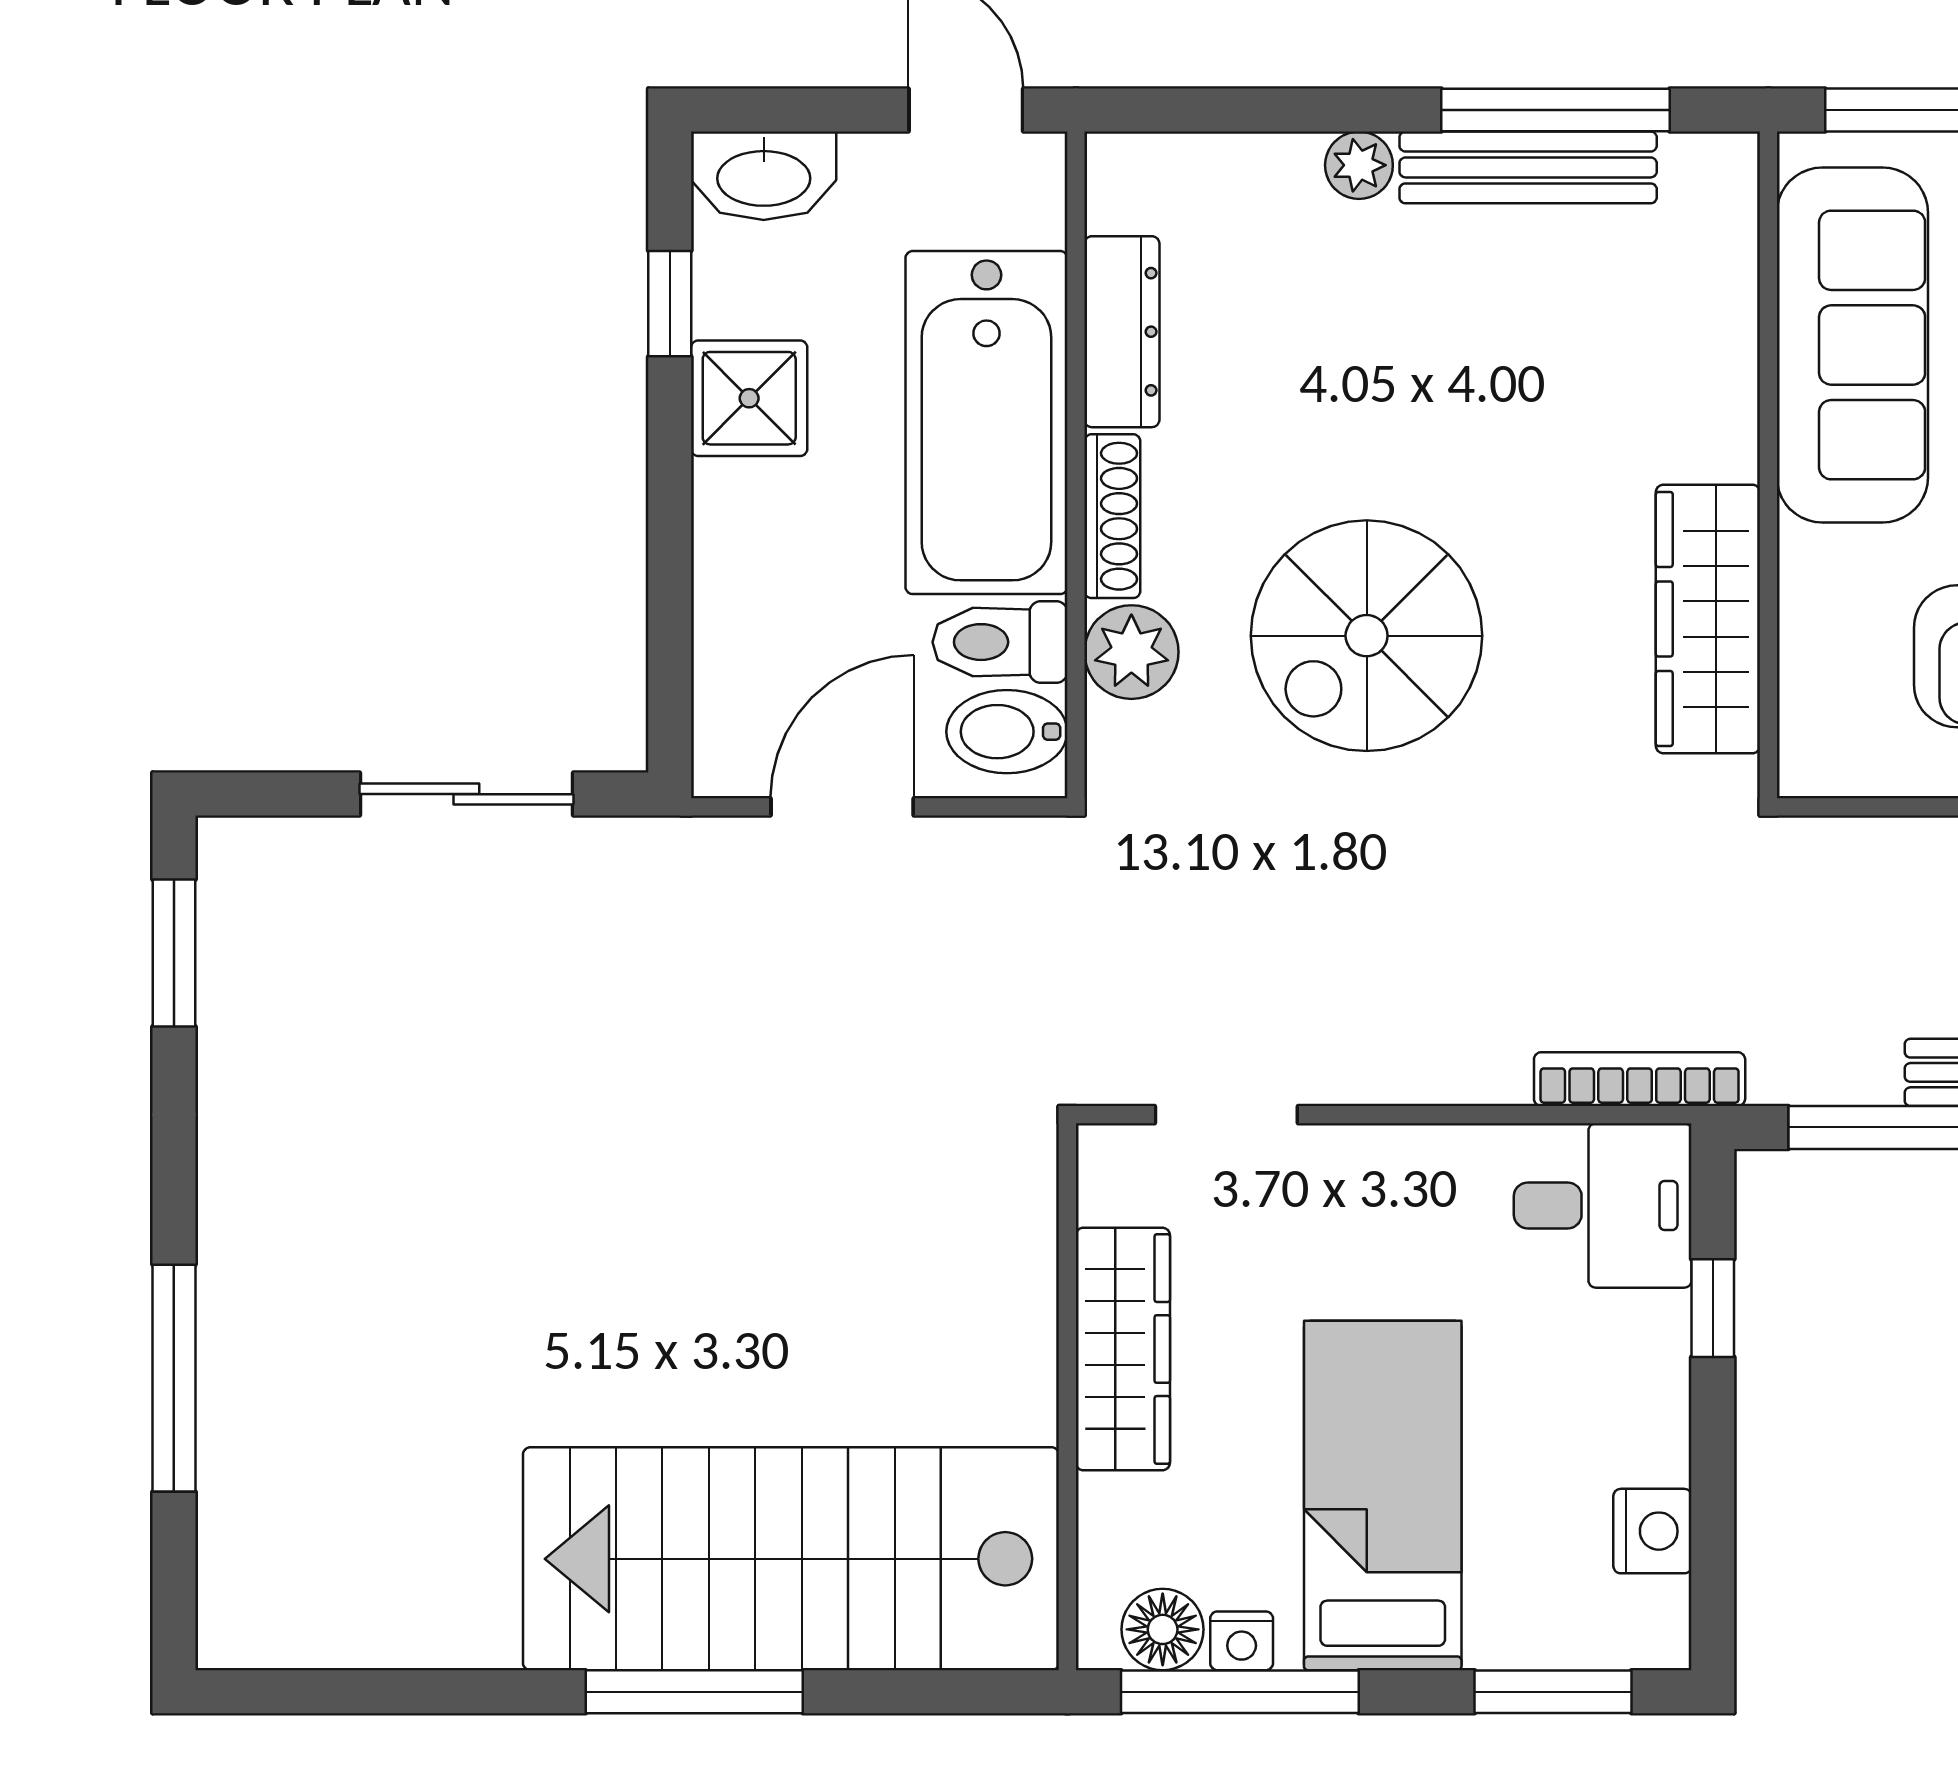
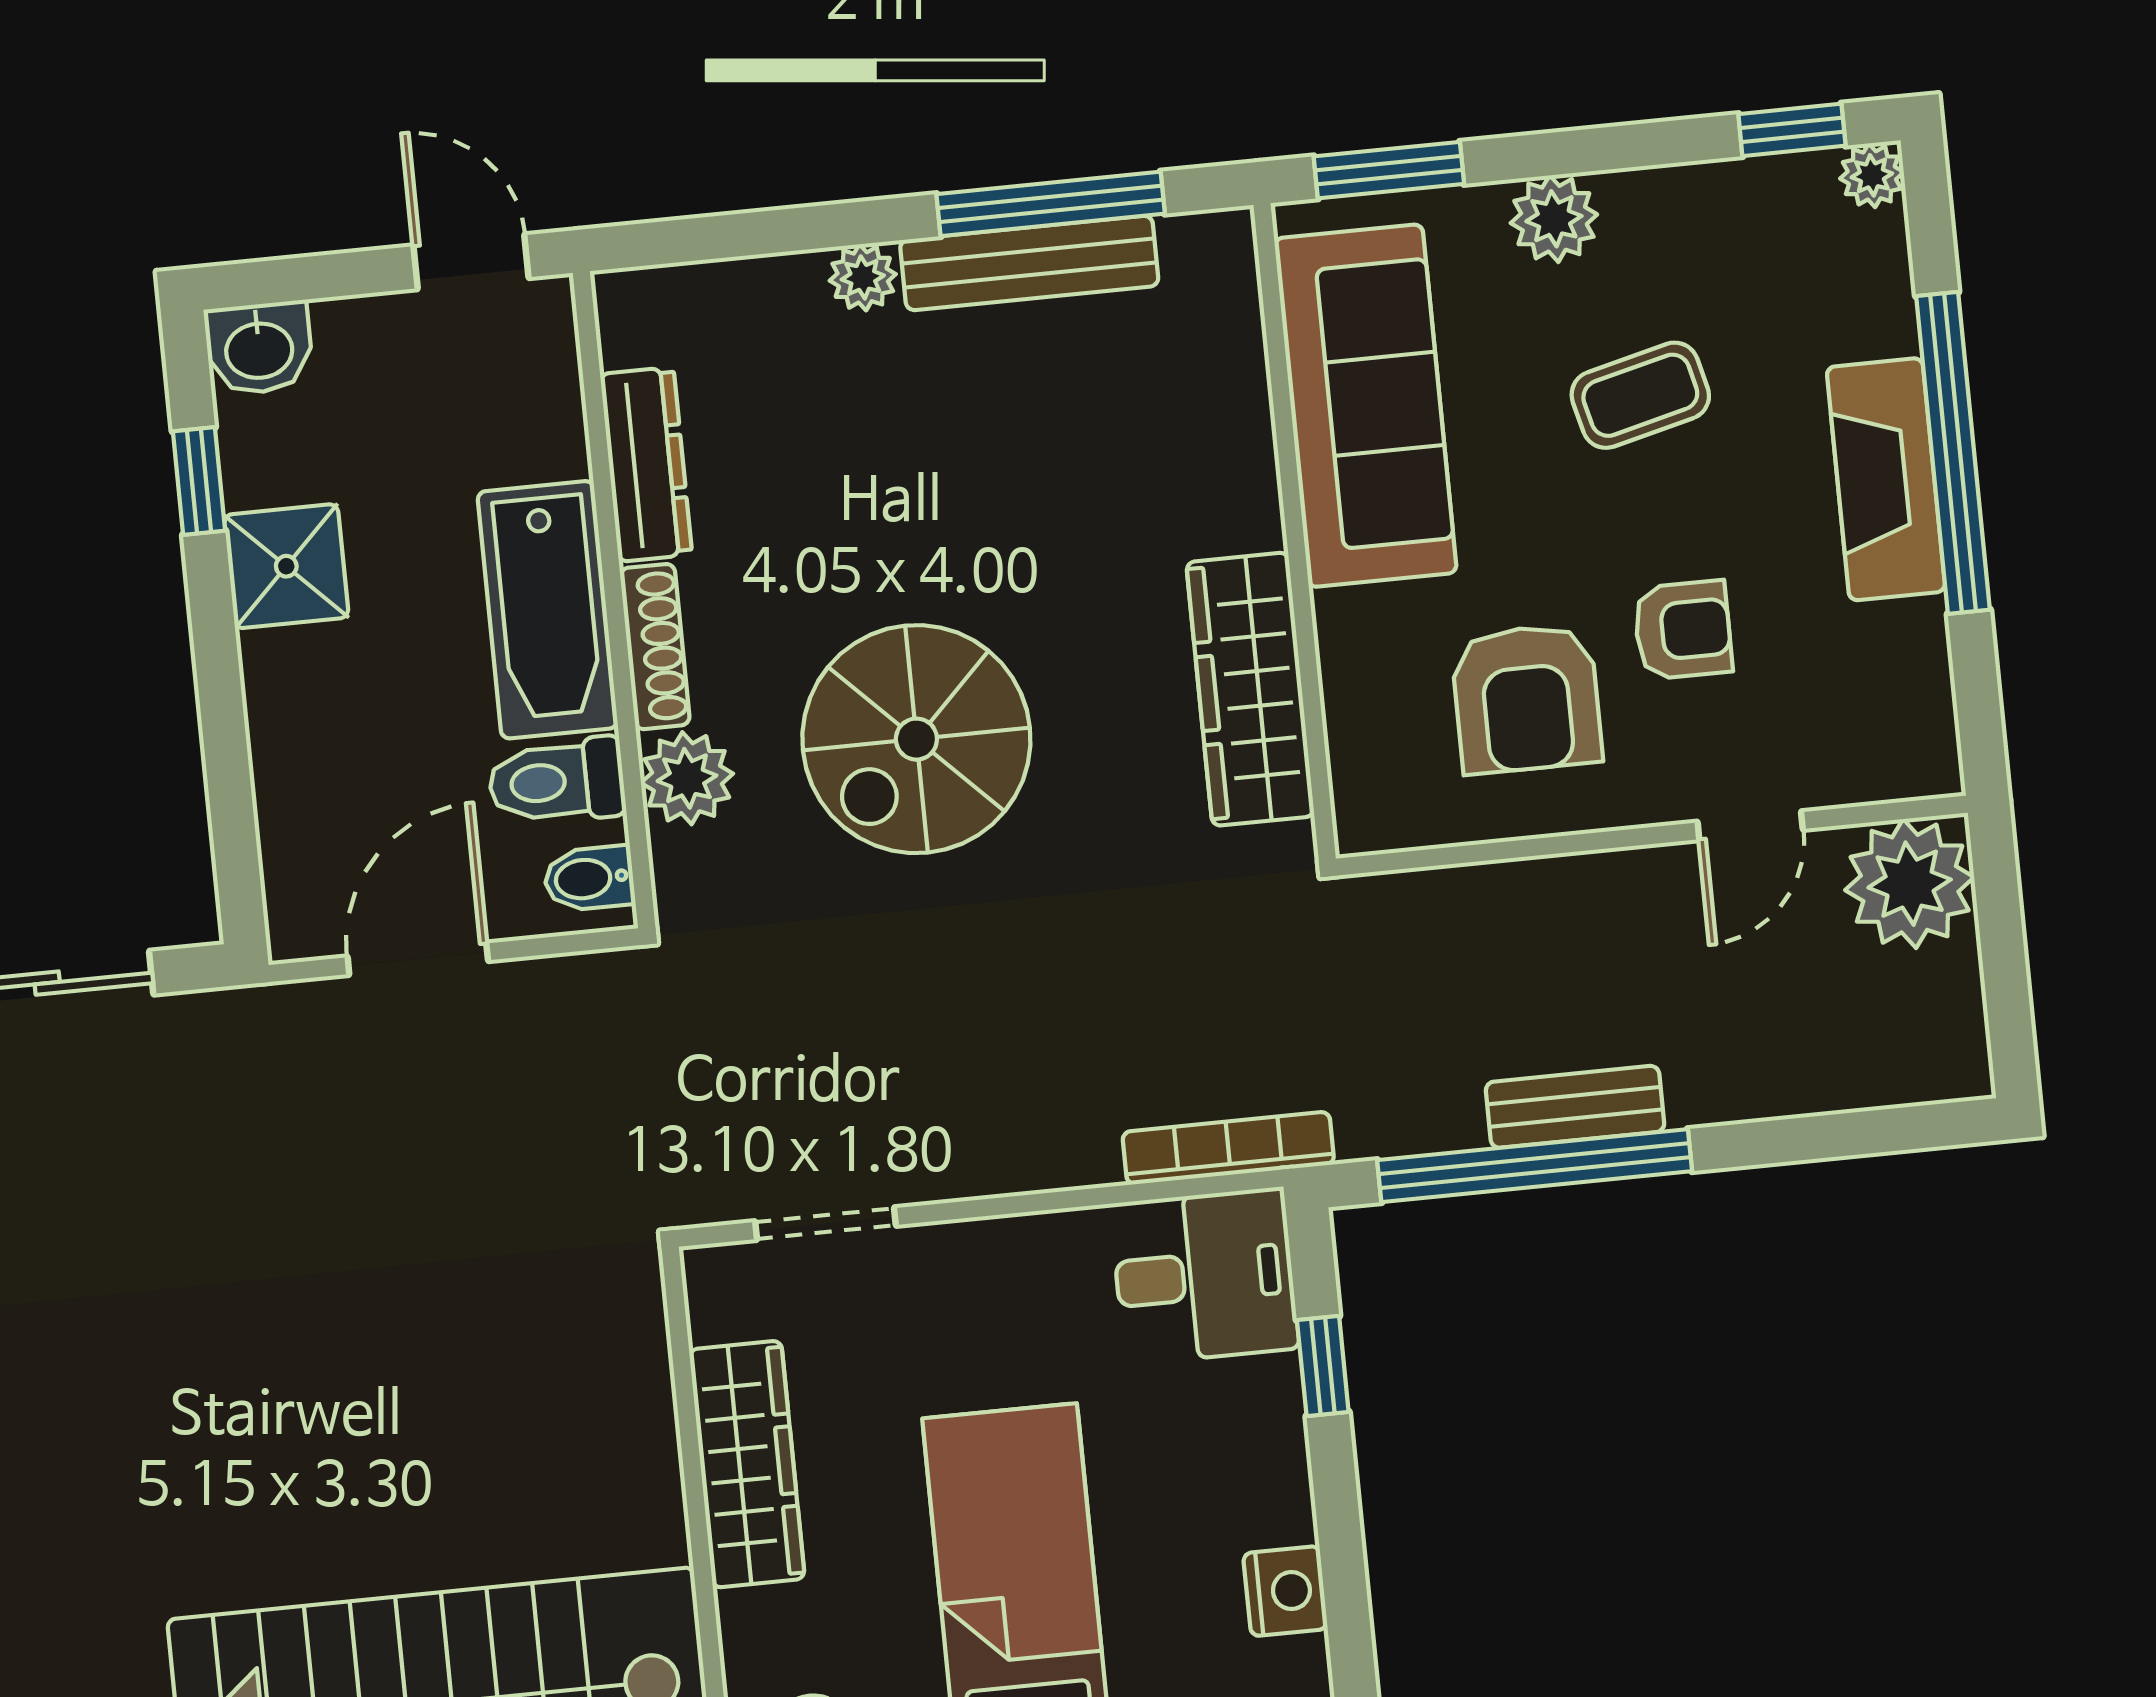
washbasin: (764, 176) -> (259, 348), width x0.72
bathtub: (986, 423) -> (548, 610), width x0.73, depth x0.73
bidet: (1007, 732) -> (589, 878), width x0.72, depth x0.74

